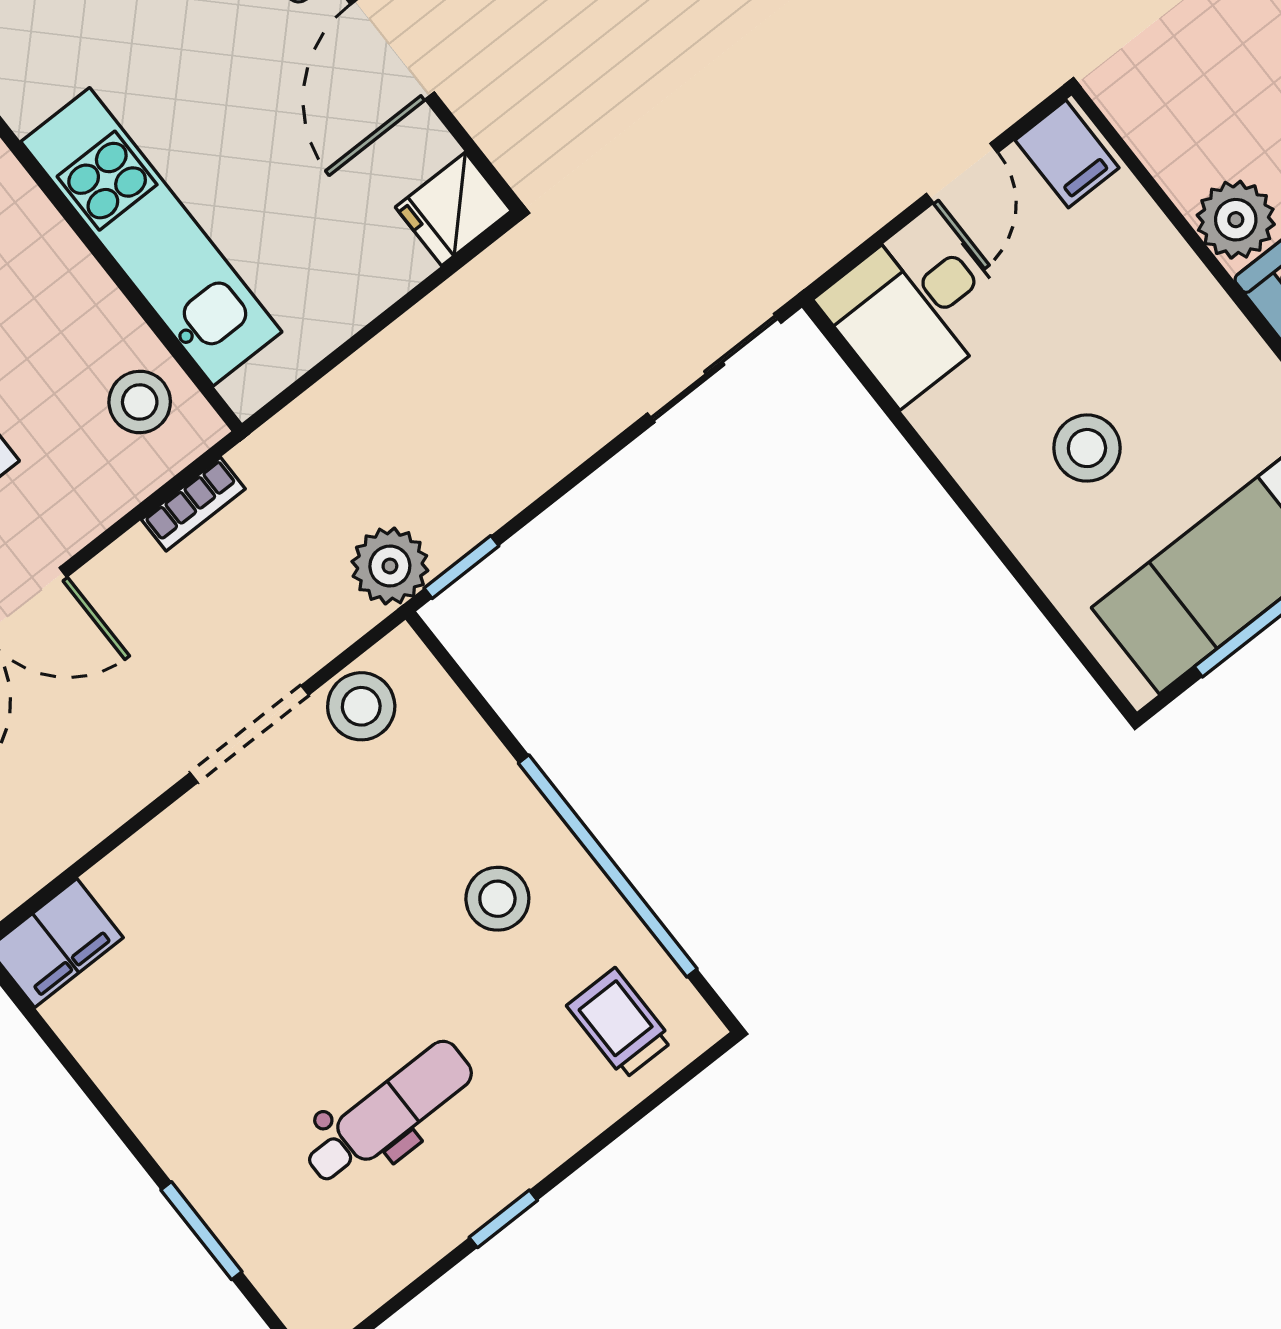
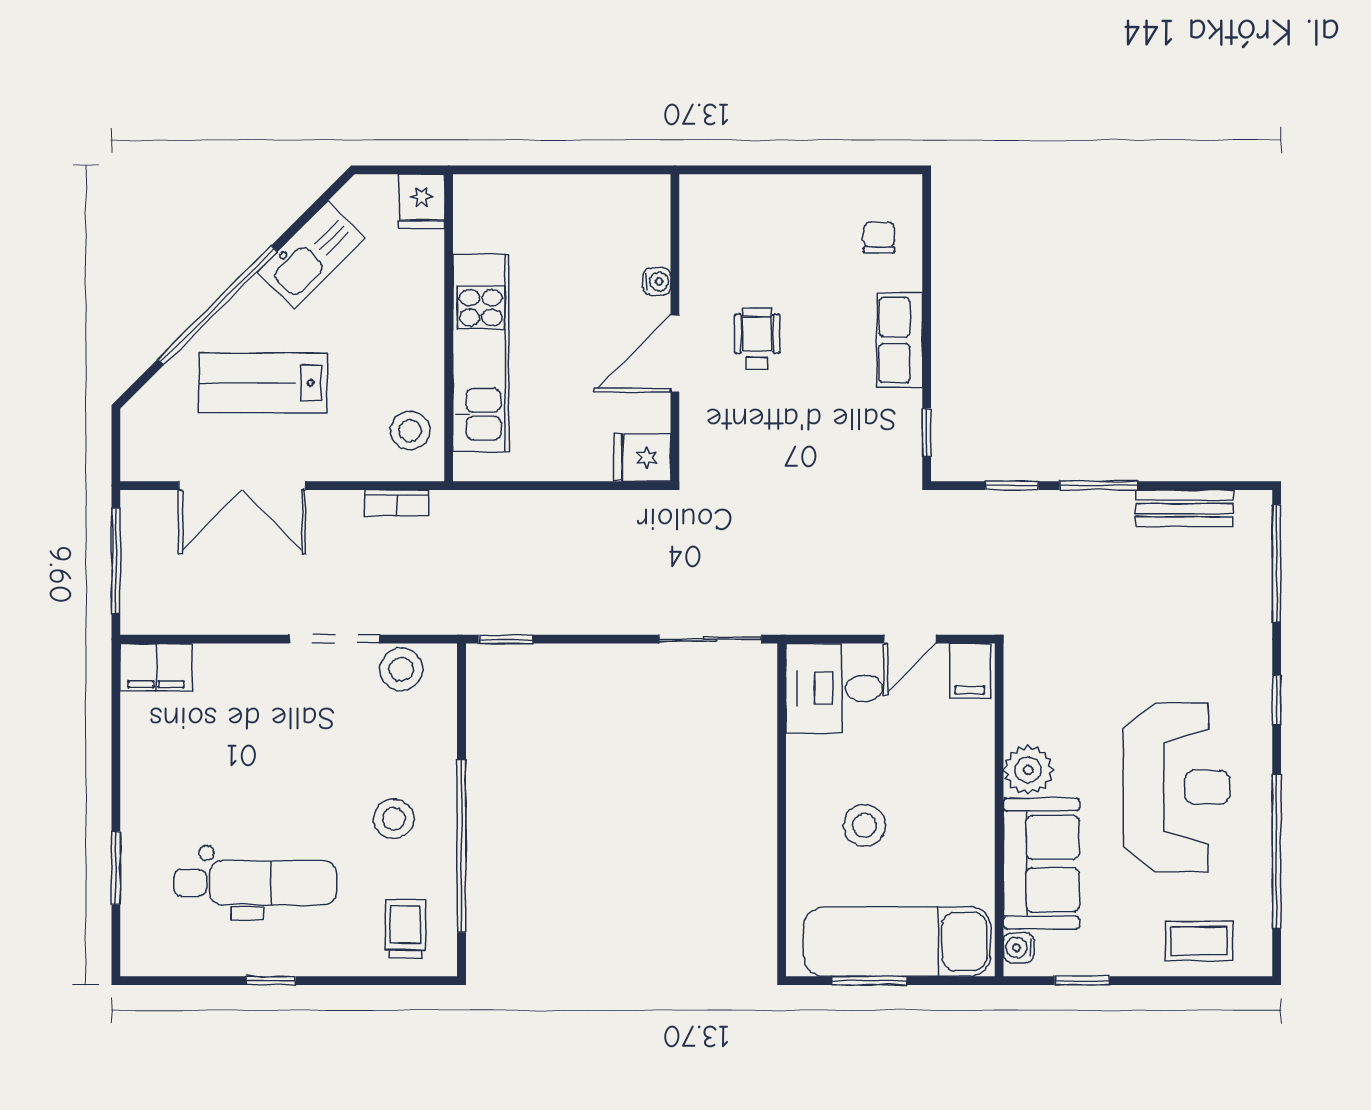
plant: (390, 566) -> (471, 611), removed
dental chair: (389, 1113) -> (255, 883), width x1.36, depth x1.38

